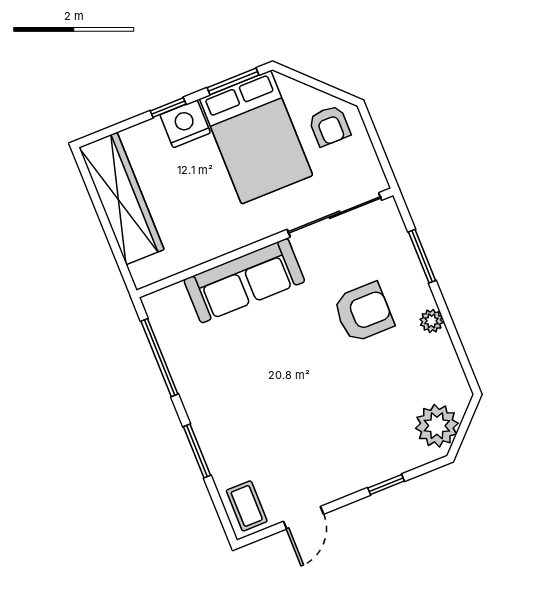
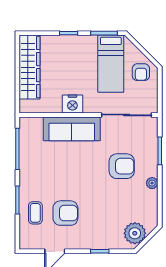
nightstand: (185, 124) -> (72, 104), moved, turned 180
bed: (256, 137) -> (111, 64), width x0.67
armchair: (295, 440) -> (65, 213), added
coffee table: (247, 506) -> (35, 213), moved

